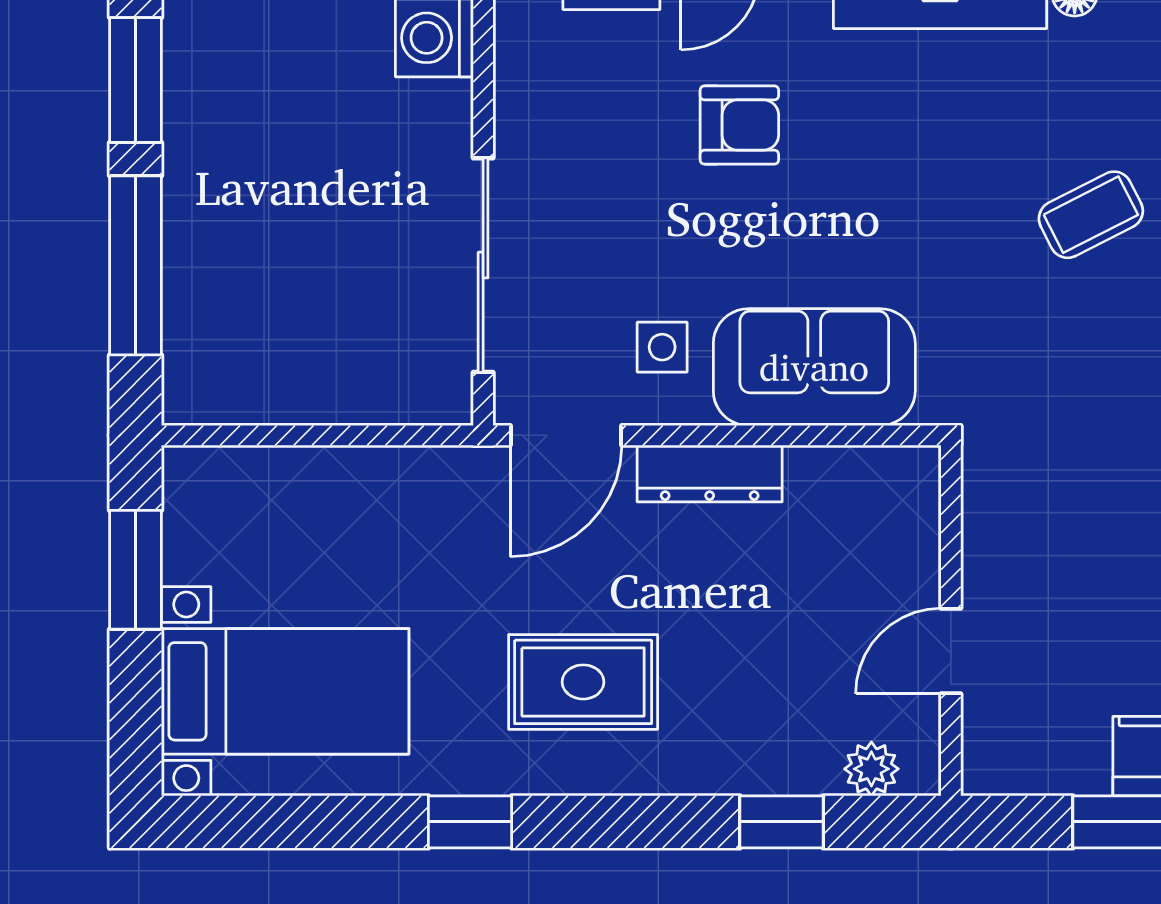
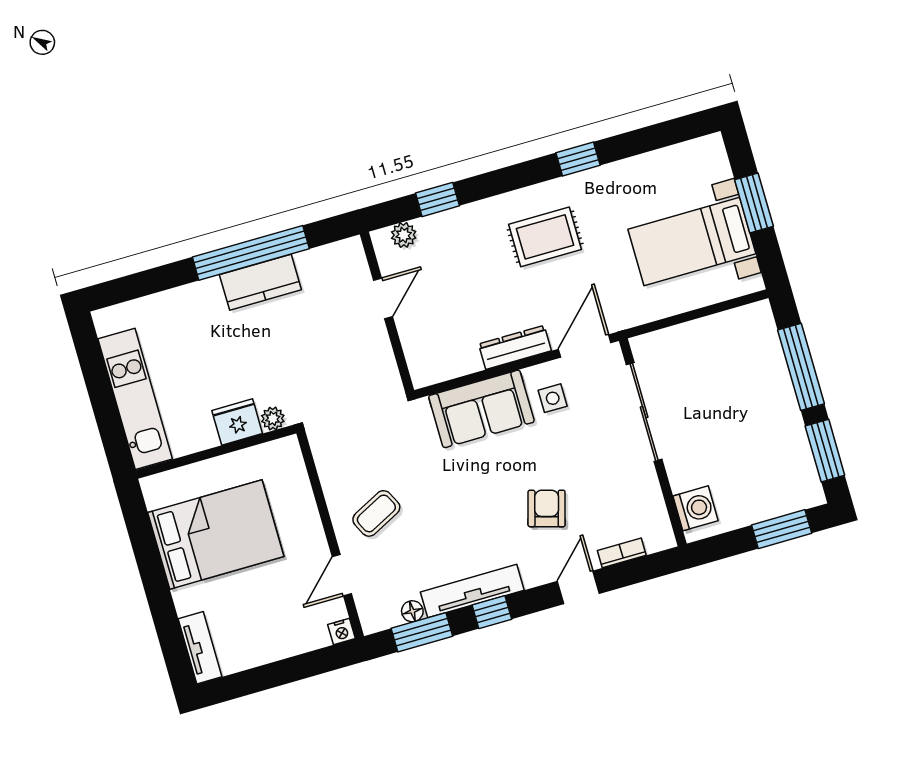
armchair: (739, 125) -> (547, 508), turned 106
window: (135, 570) -> (754, 203), moved
bed with nightstands: (285, 691) -> (692, 241), moved

